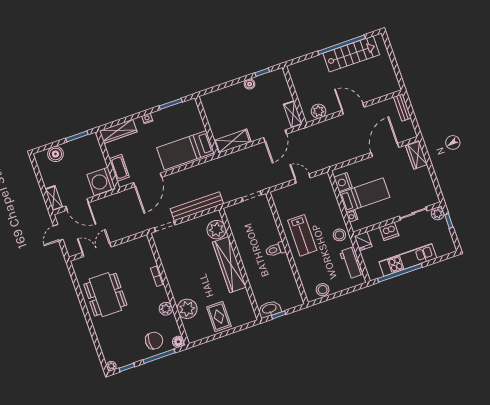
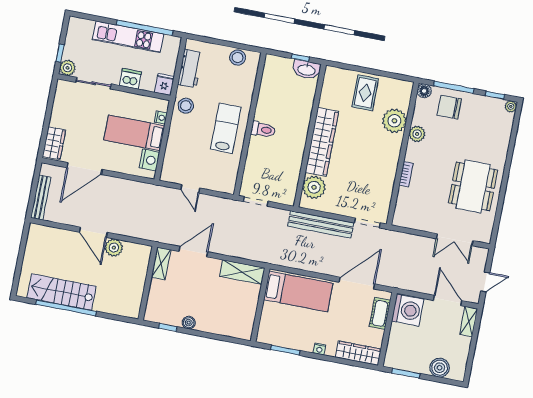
bench: (402, 107) -> (41, 197), width x1.36
plant: (319, 111) -> (114, 248), moved

